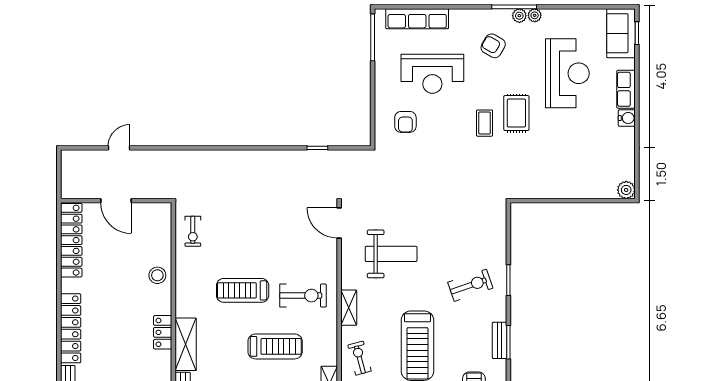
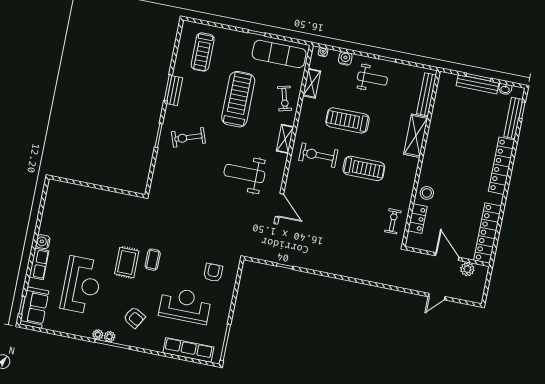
reception desk: (567, 73) -> (82, 285), turned 180
plant: (626, 190) -> (467, 269), moved
locker: (163, 332) -> (418, 219), moved

